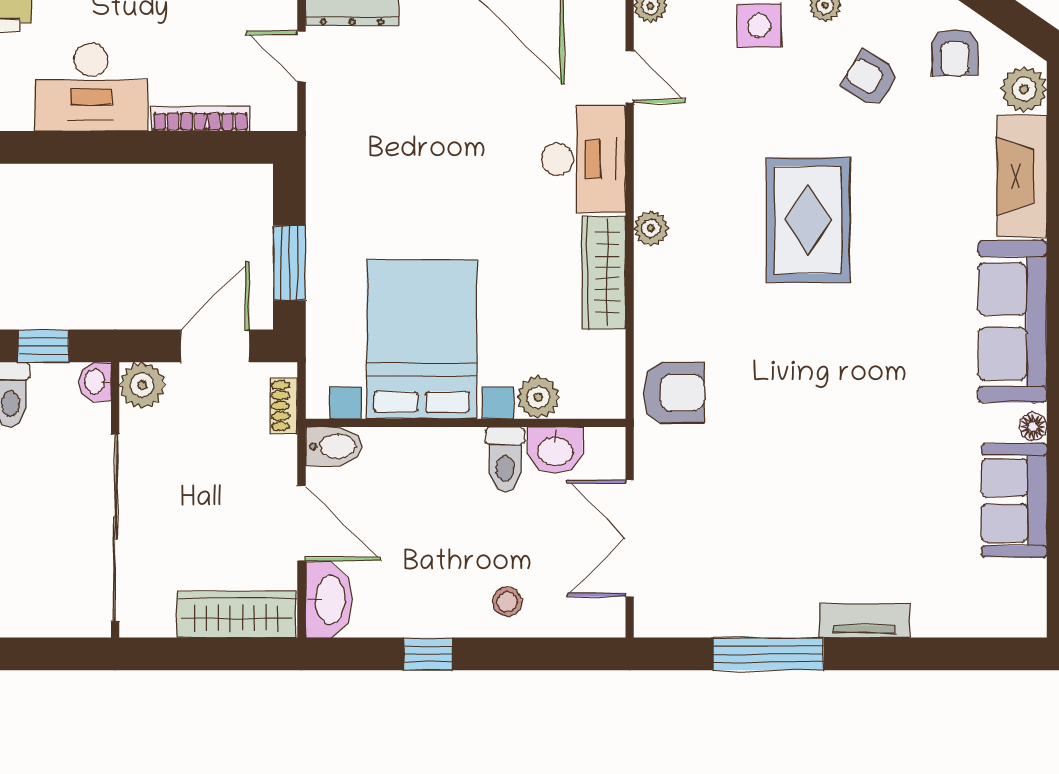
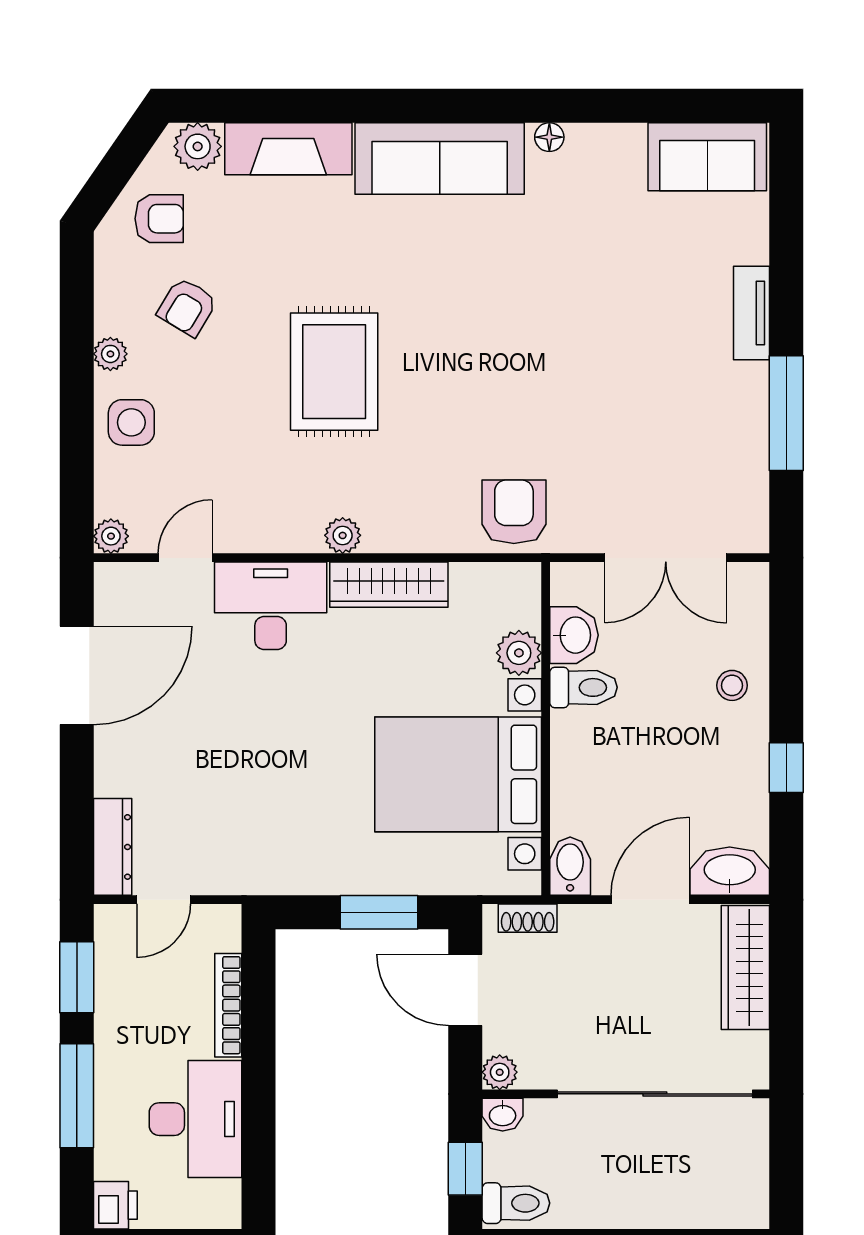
rug: (808, 220) -> (334, 372), turned 90
plant: (142, 385) -> (500, 1072), width x0.73, depth x0.73
sofa: (1014, 500) -> (707, 157), moved

